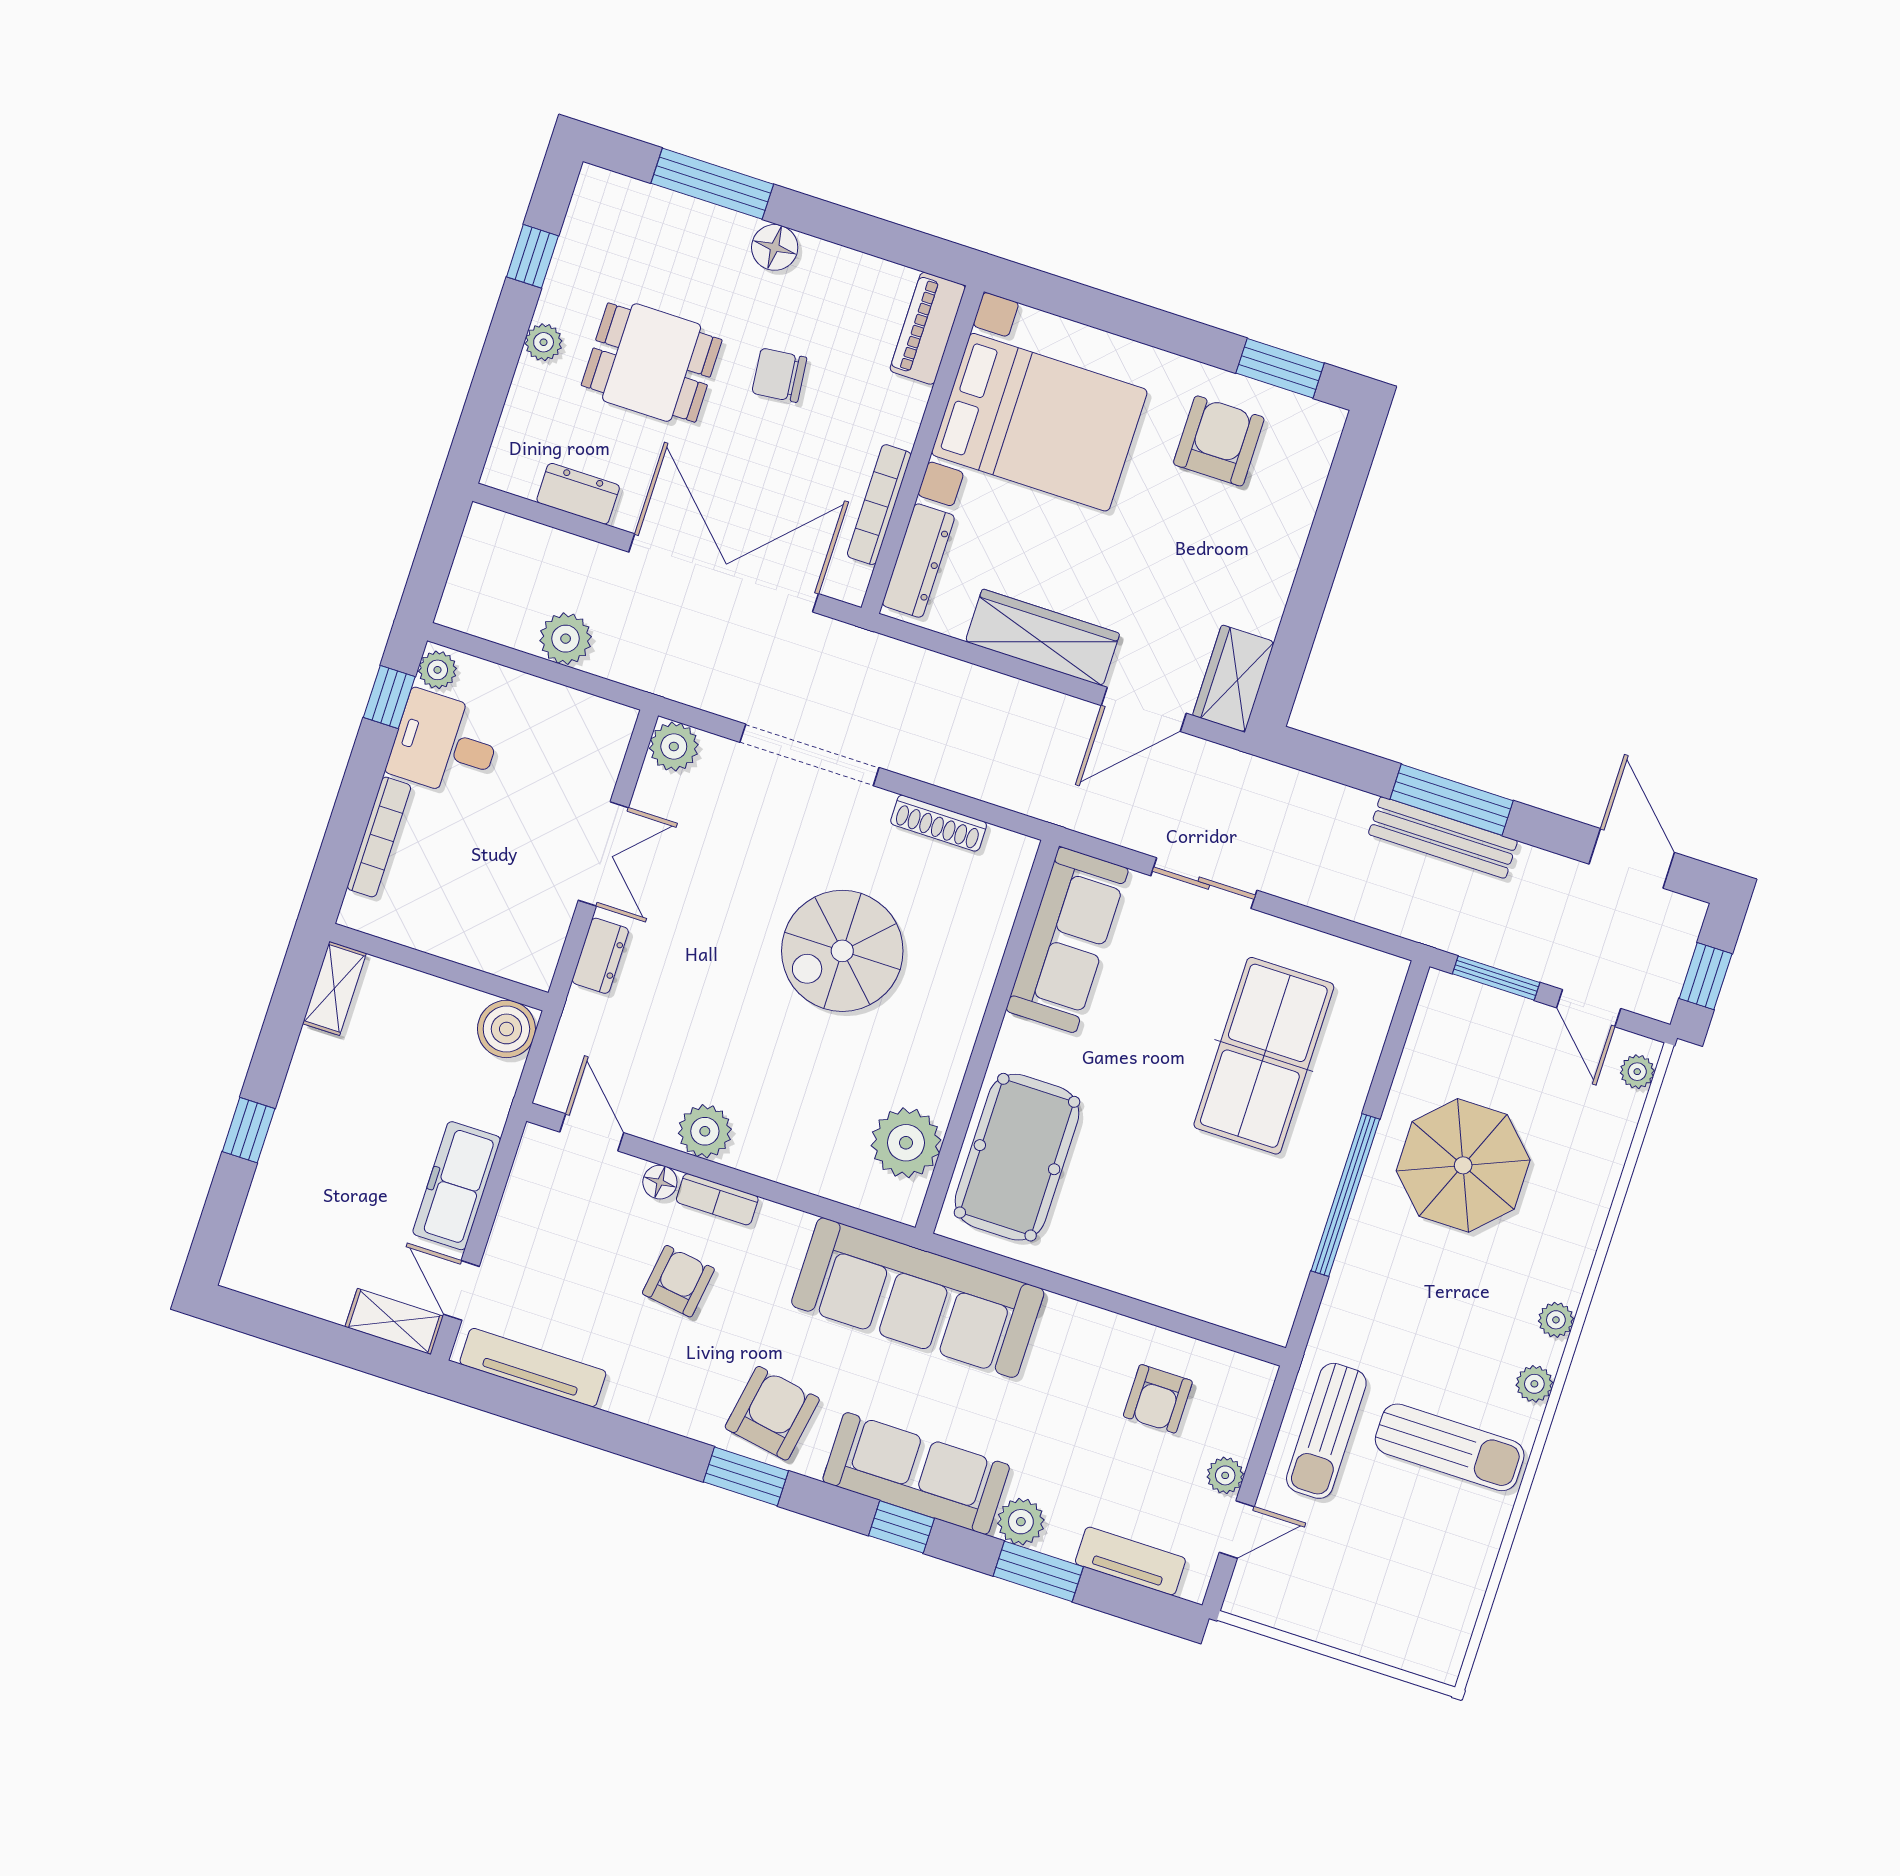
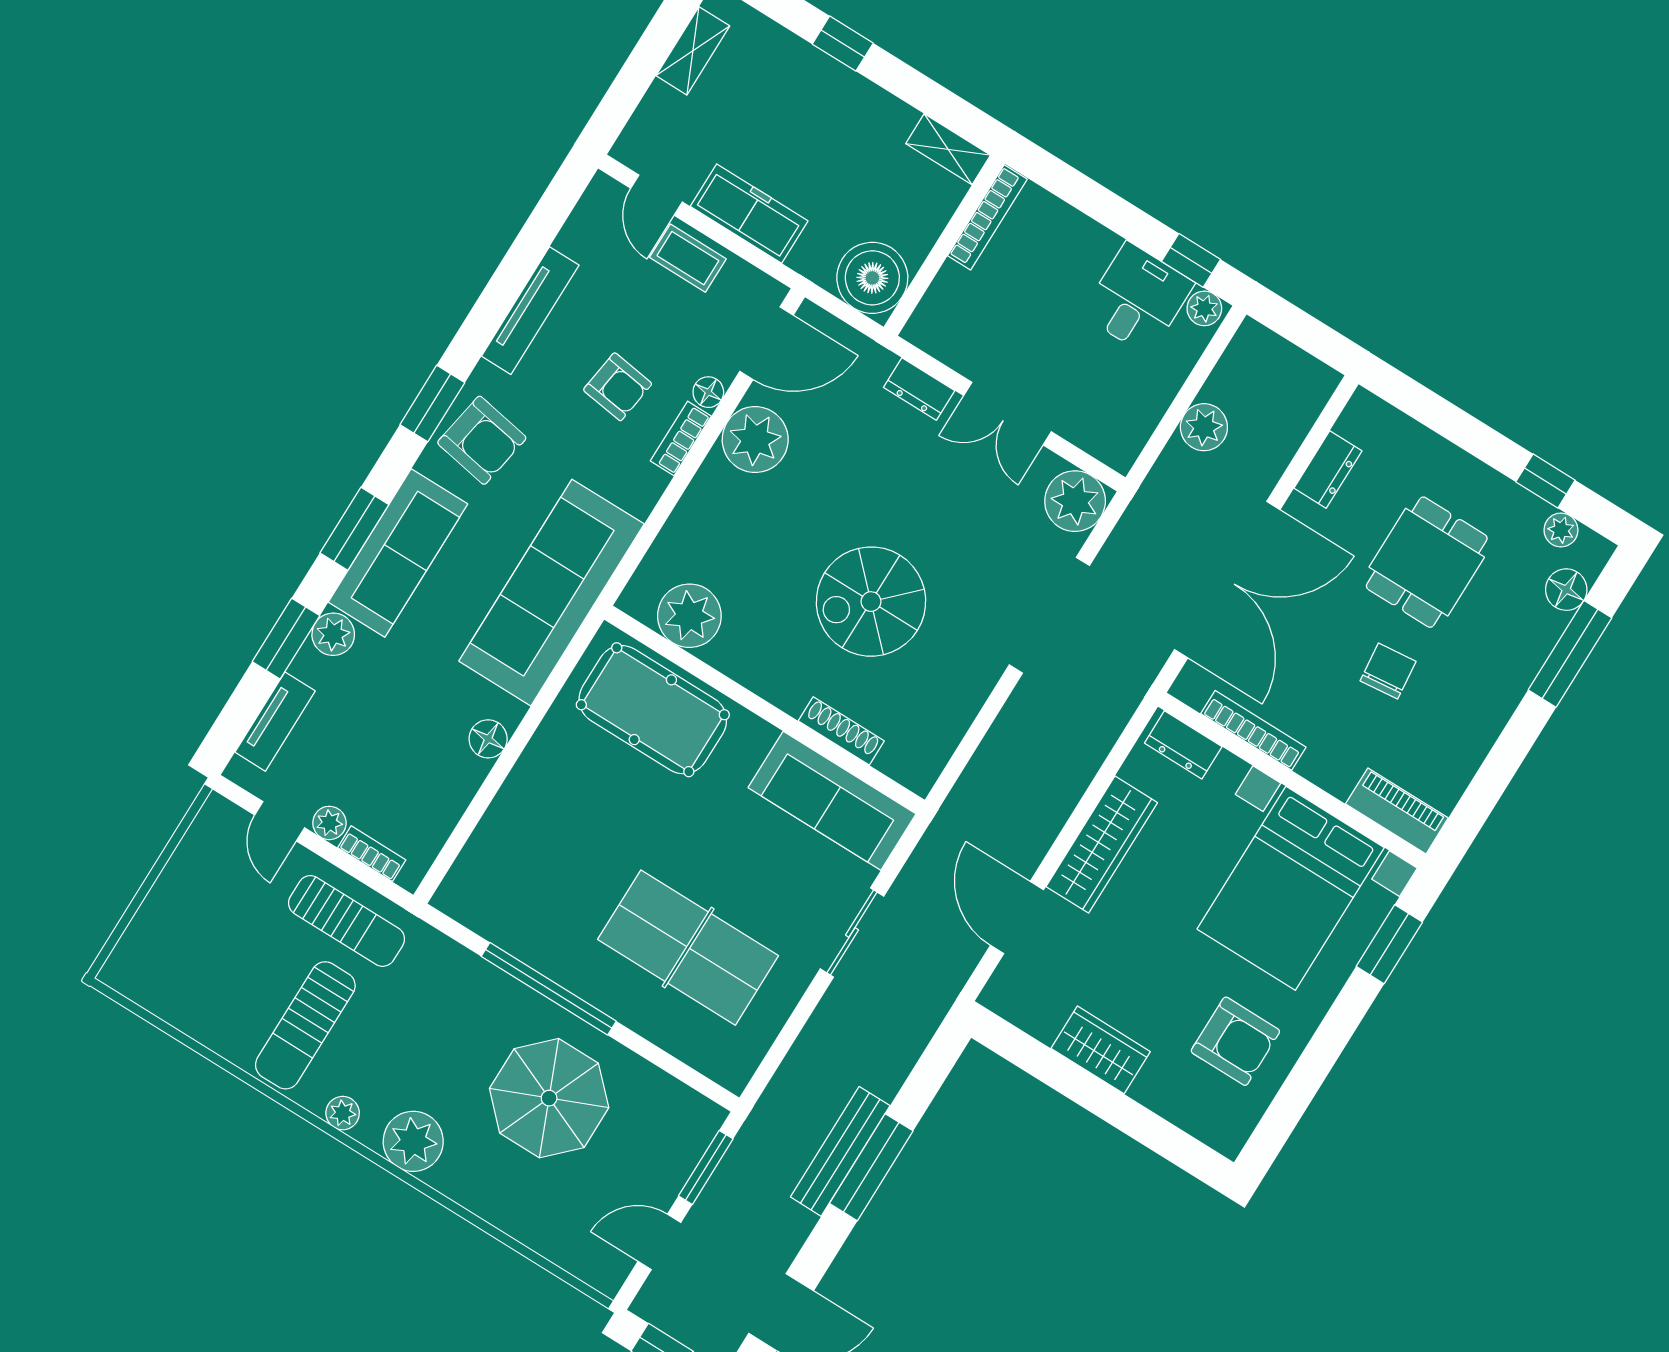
floor lamp: (775, 247) -> (1566, 590), moved
plant: (544, 342) -> (1561, 530), moved
window: (1280, 368) -> (1389, 944), moved
dresser: (918, 561) -> (1183, 745), width x0.70
wardrobe: (1233, 679) -> (1101, 1050), moved
plant: (674, 747) -> (1075, 501), width x1.36, depth x1.36
shoe rack: (939, 823) -> (841, 731), moved, turned 90
bookcase: (379, 837) -> (987, 217), moved, turned -90
spiral stairs: (842, 951) -> (871, 602), turned -90
boiler: (506, 1029) -> (872, 278), width x1.37, depth x1.37
plant: (1637, 1072) -> (593, 1271), removed
plant: (705, 1131) -> (755, 440), width x1.36, depth x1.36
door: (592, 1132) -> (766, 343), width x1.38
coffee table: (521, 1240) -> (688, 258), added
door: (461, 1290) -> (657, 195), swing flipped
plant: (1556, 1320) -> (413, 1141), width x1.87, depth x1.87
shelving: (394, 1321) -> (693, 51), moved
floor lamp: (1092, 1327) -> (488, 739), added
tv unit: (533, 1368) -> (530, 311), moved
armchair: (1158, 1399) -> (411, 781), removed
bookcase: (1247, 1422) -> (372, 854), added
sun lounger: (1326, 1431) -> (347, 921), turned 180
window: (901, 1527) -> (354, 529), width x1.50

